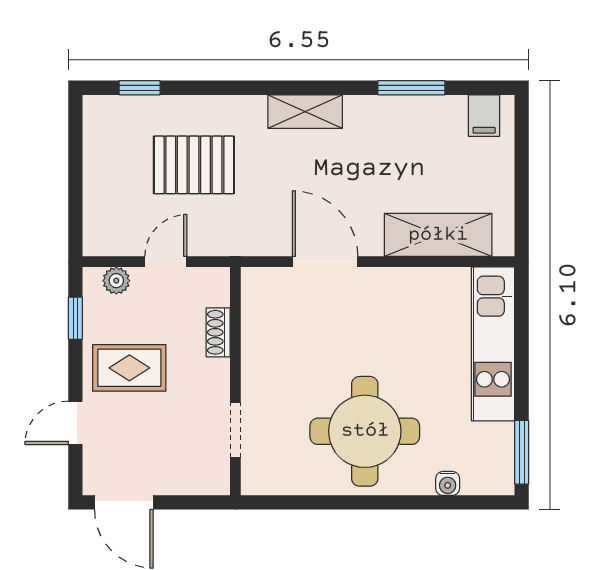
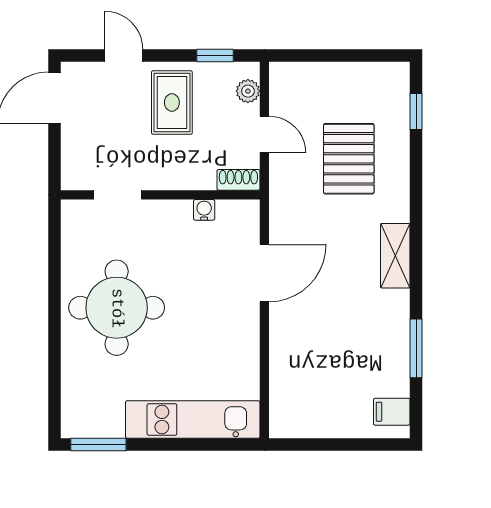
shelving: (438, 235) -> (288, 372), removed
shoe rack: (218, 332) -> (238, 180), moved
water cooler: (448, 483) -> (204, 210), moved, turned 90

